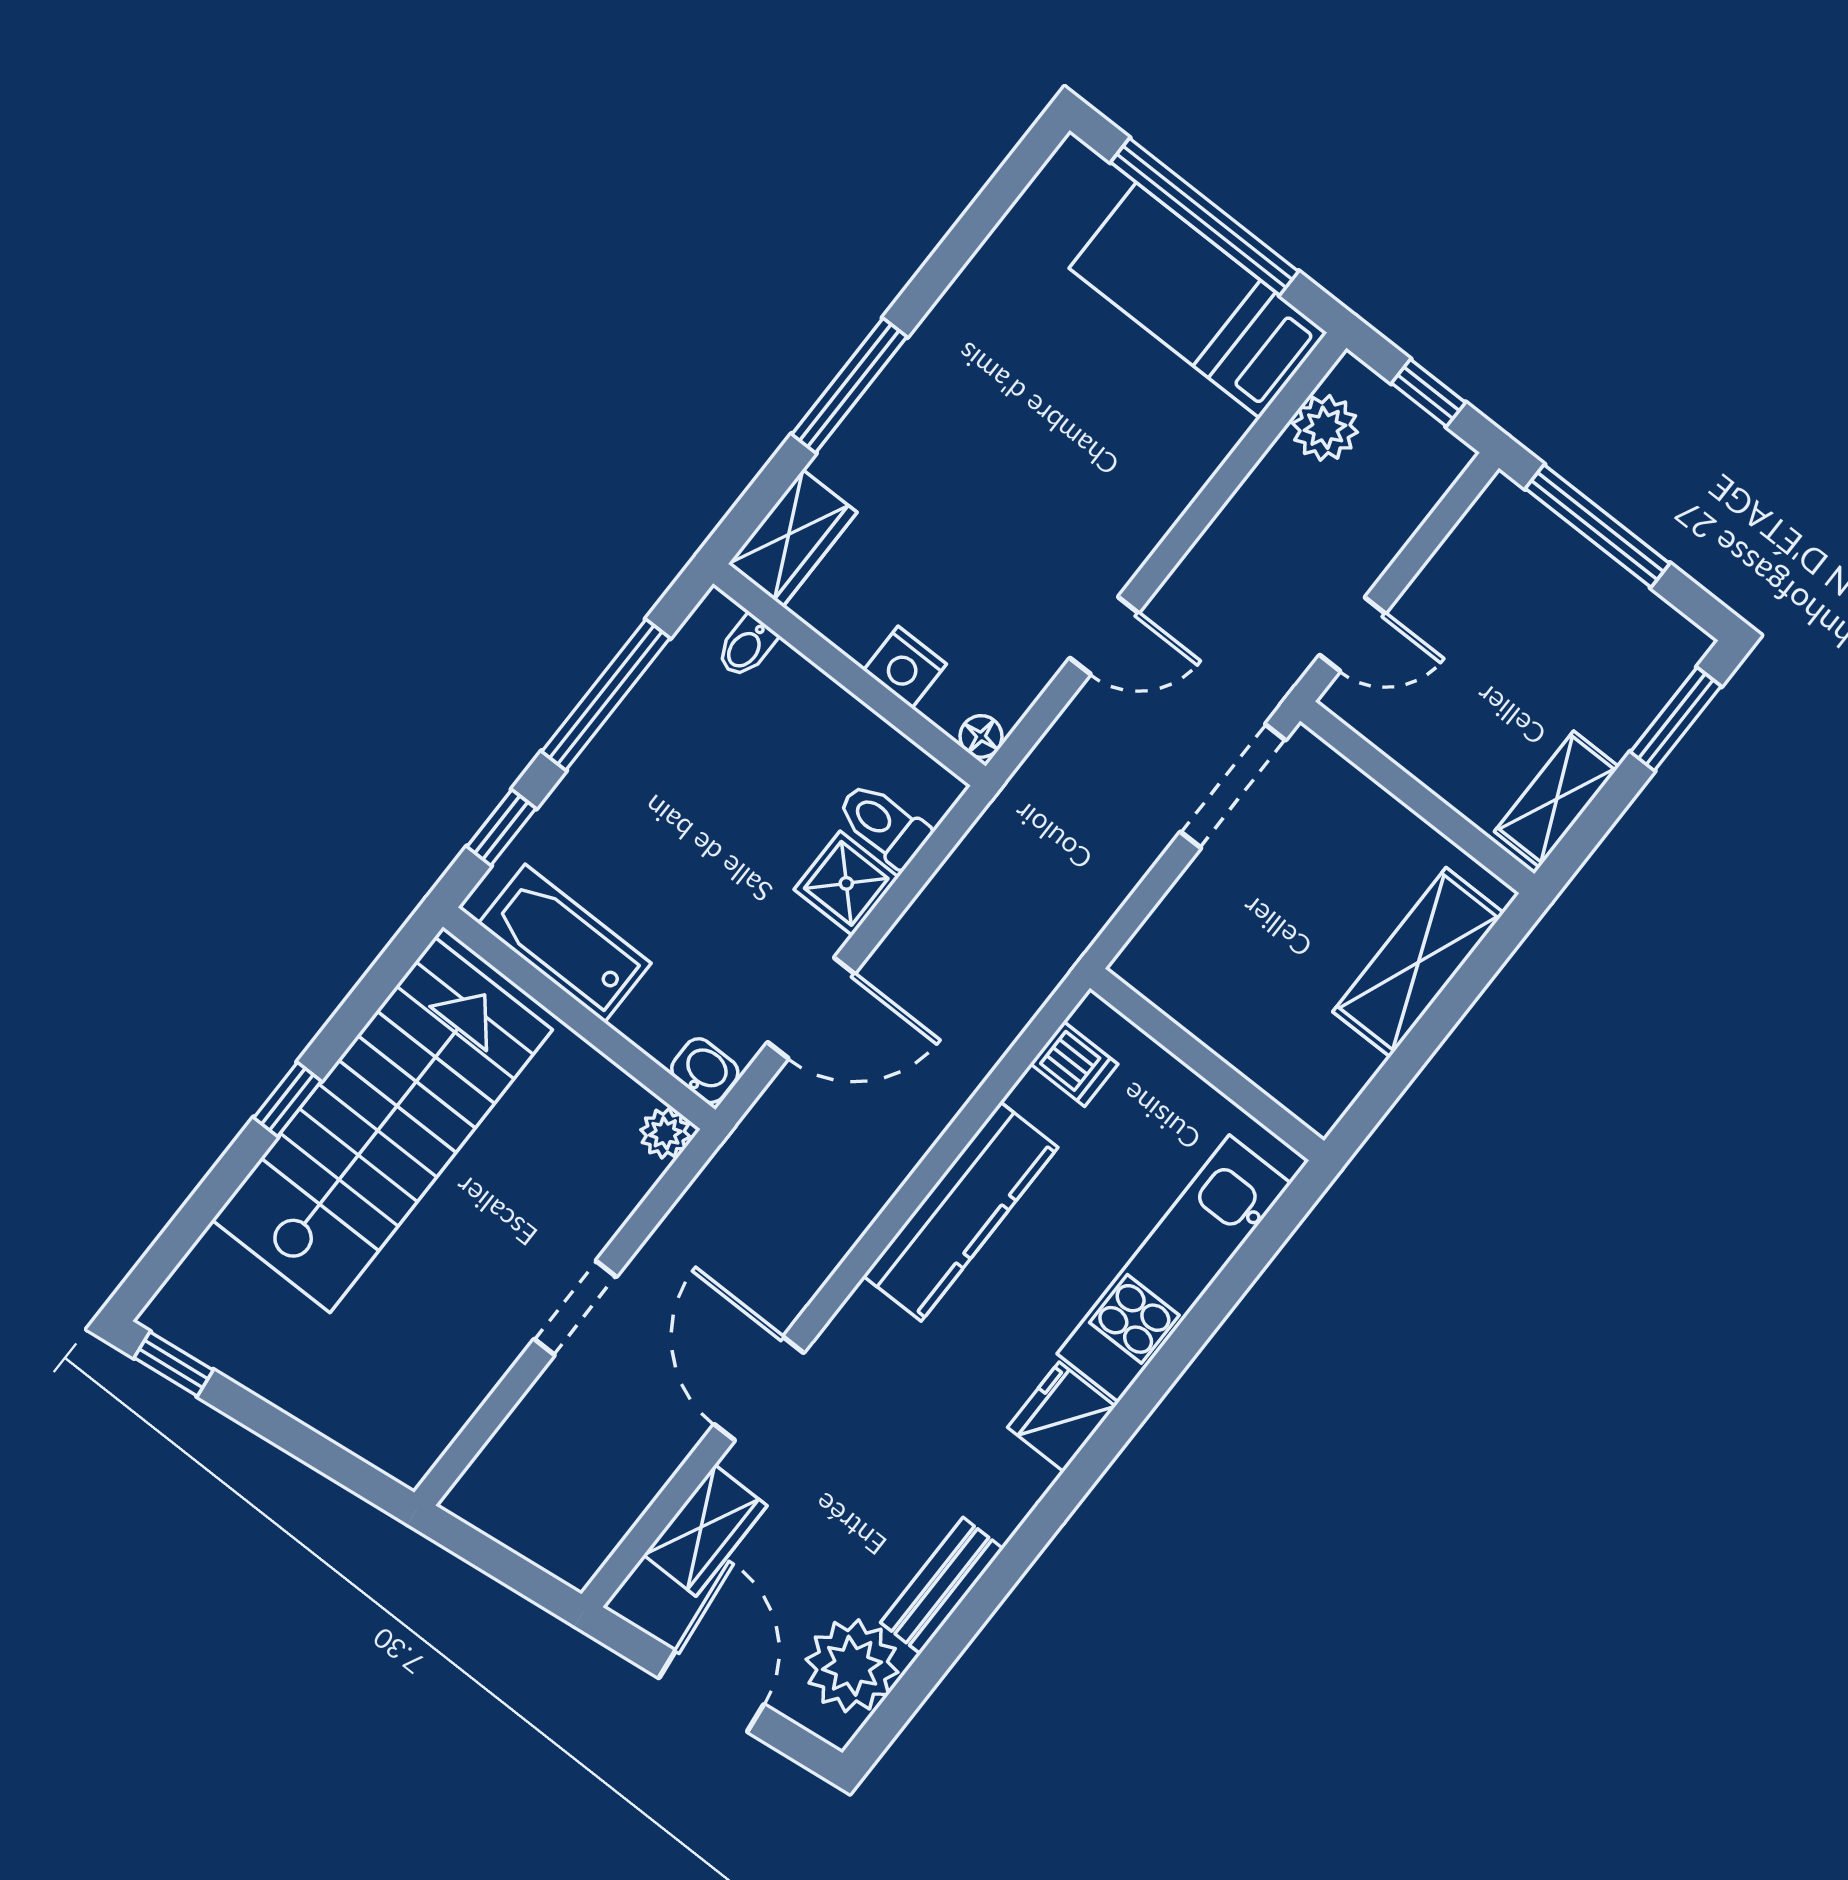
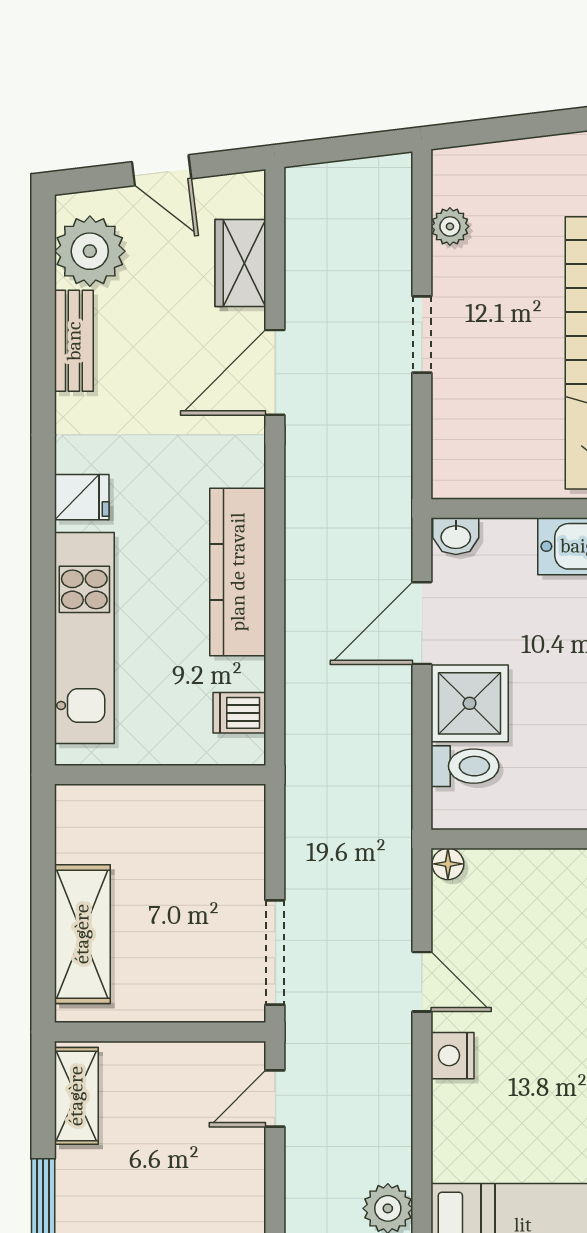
door: (1104, 636) -> (422, 982), swing flipped
nightstand: (905, 667) -> (452, 1056), moved, turned -90
shower: (846, 883) -> (470, 703), width x1.36, depth x1.36
plant: (665, 1133) -> (450, 226), moved
door: (759, 1389) -> (275, 372), swing flipped
fridge: (1061, 1417) -> (82, 497), width x0.72
door: (711, 1691) -> (162, 170), width x0.73

